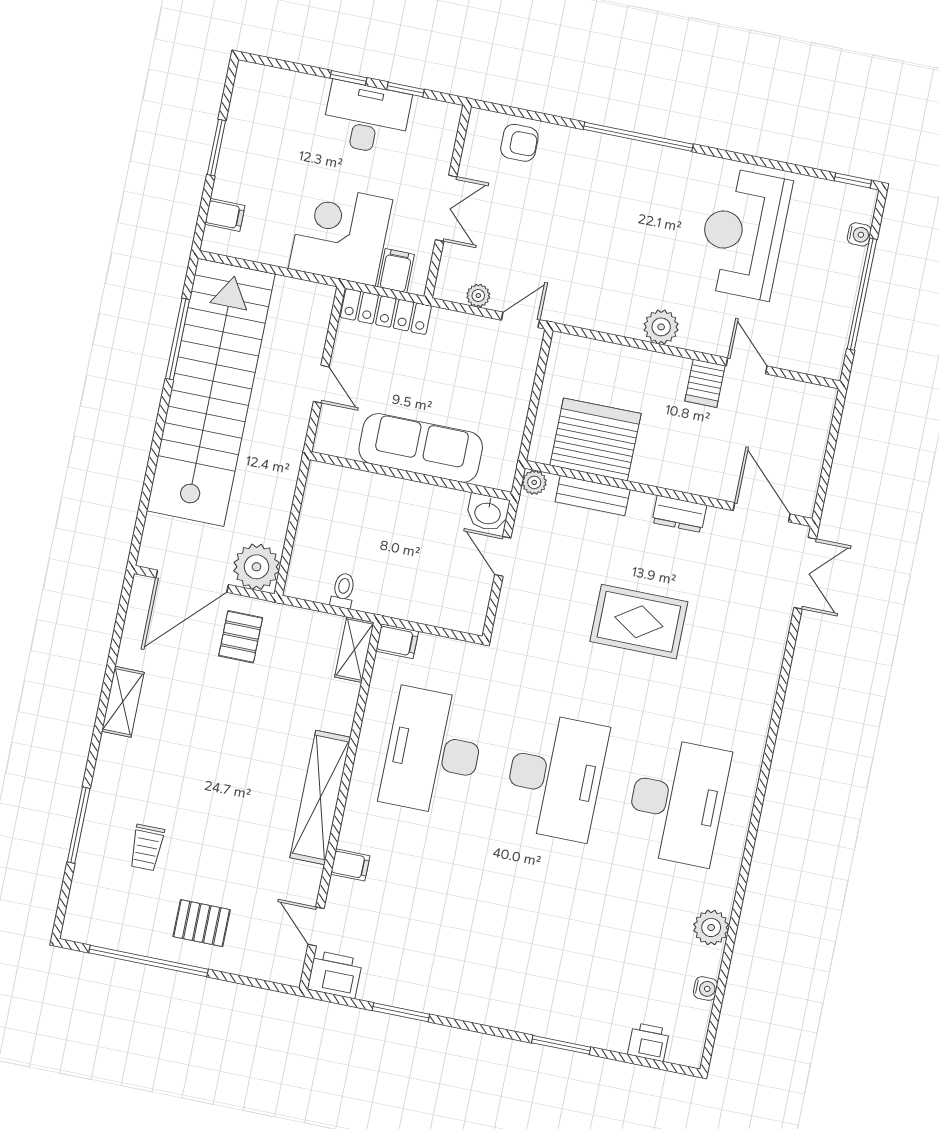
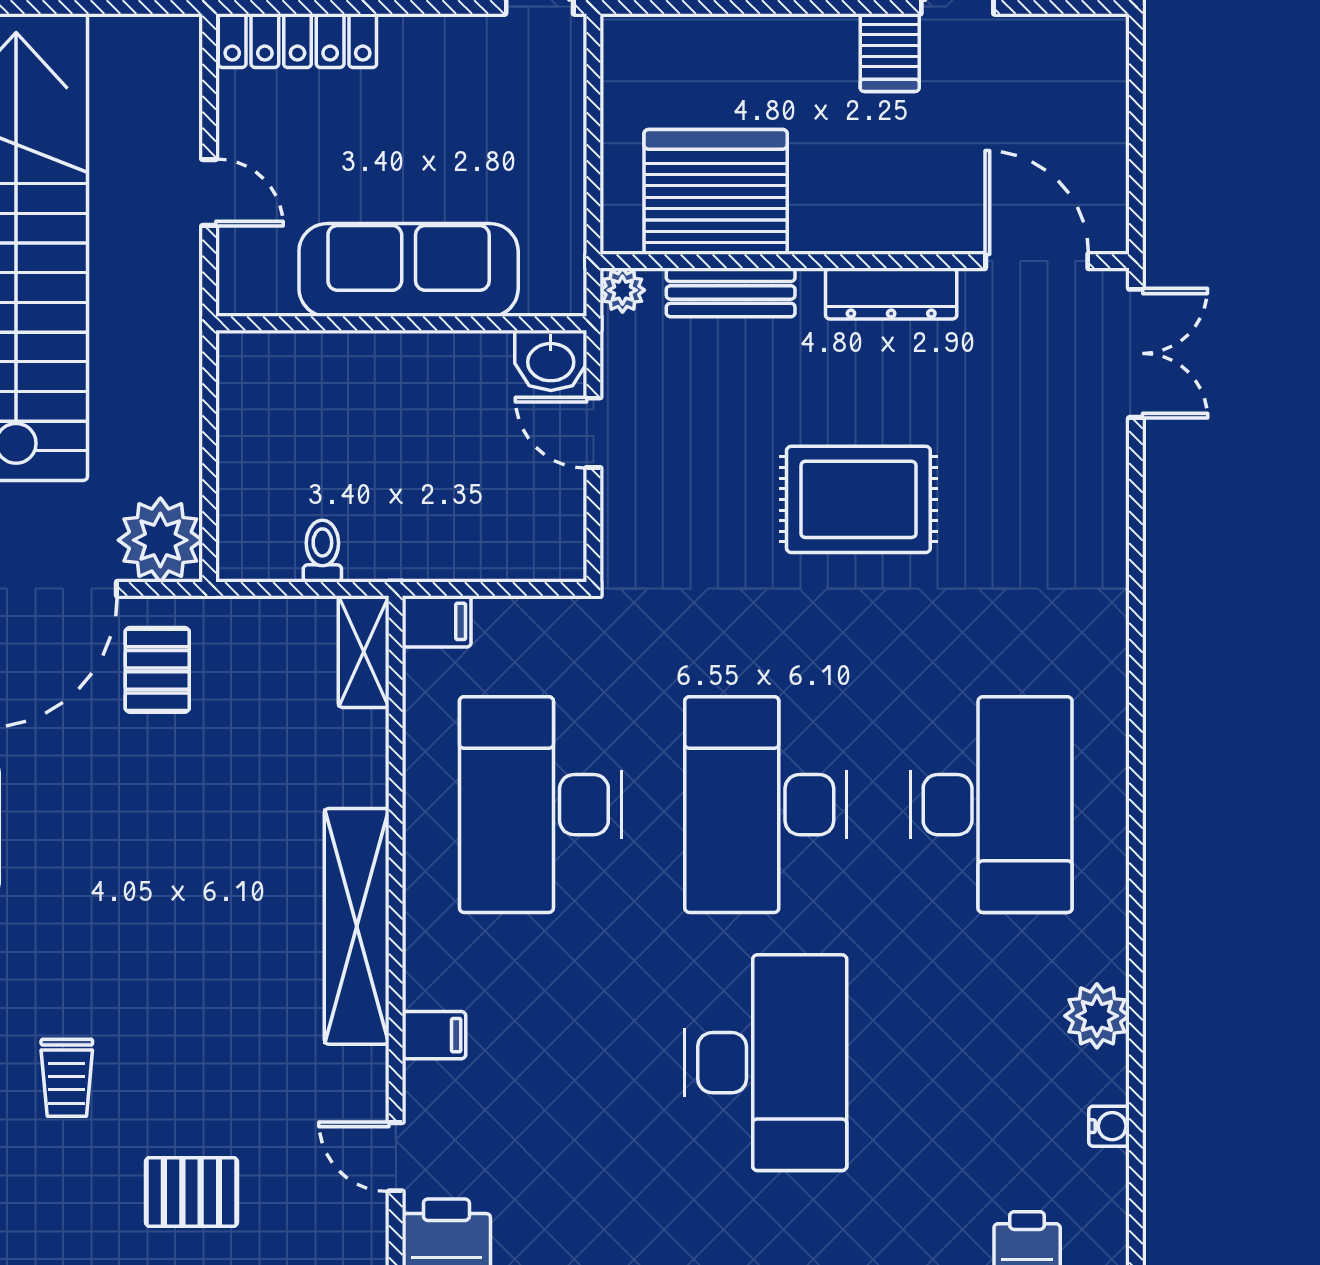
dresser: (679, 514) -> (891, 294), width x1.44
desk: (555, 777) -> (766, 805), turned 180
desk: (527, 916) -> (766, 1063), added

